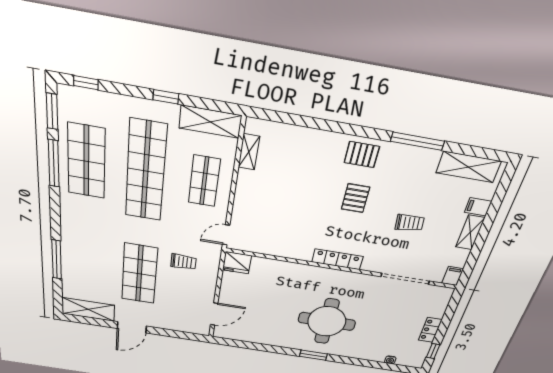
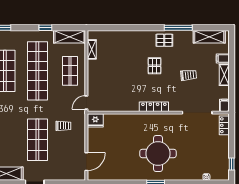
pallet: (362, 155) -> (164, 40), moved
locker: (430, 330) -> (224, 125), moved

